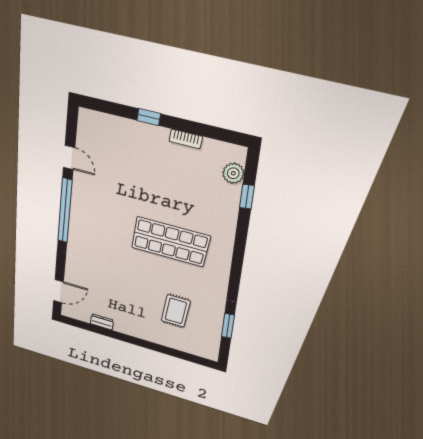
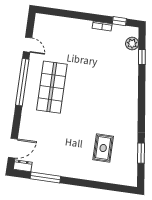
window: (149, 117) -> (119, 21), moved
shop shelf: (170, 242) -> (52, 87), moved, turned 90
dresser: (102, 322) -> (23, 166), moved
window: (100, 330) -> (45, 177), added

